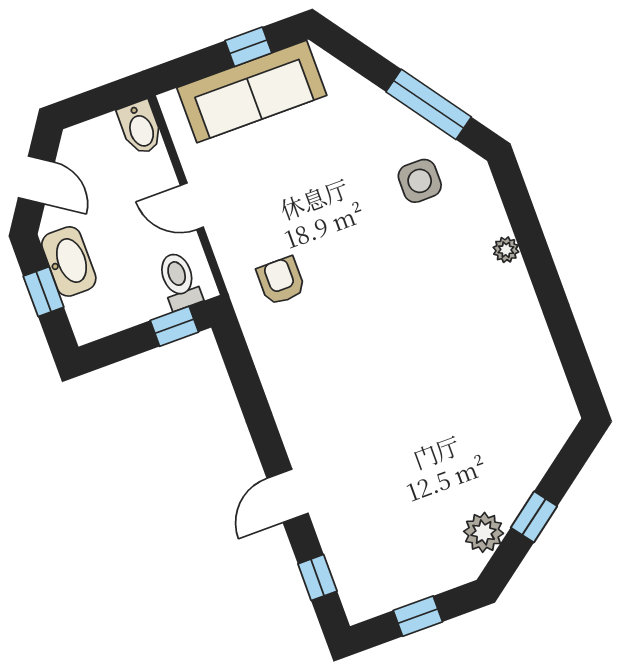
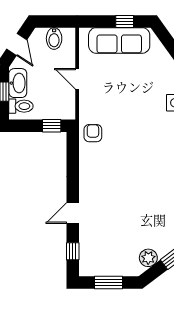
bidet: (140, 128) -> (54, 38), moved
toilet: (179, 281) -> (21, 106), moved, turned 90
armchair: (281, 281) -> (93, 133), moved
window: (418, 616) -> (108, 283), width x1.50

